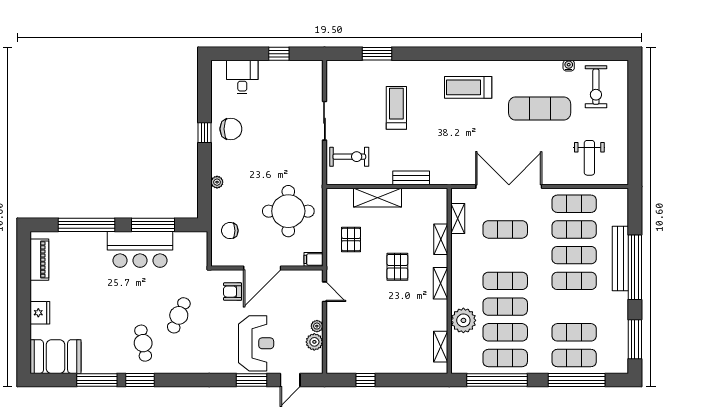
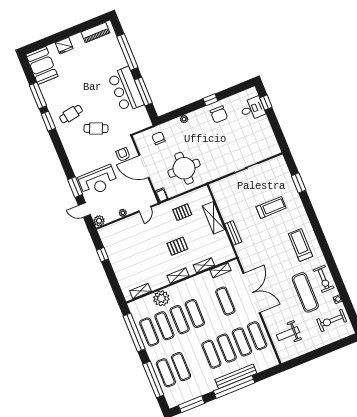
window: (279, 54) -> (266, 103), moved
exercise bike: (349, 157) -> (324, 279), moved
plant: (314, 342) -> (99, 221), moved

